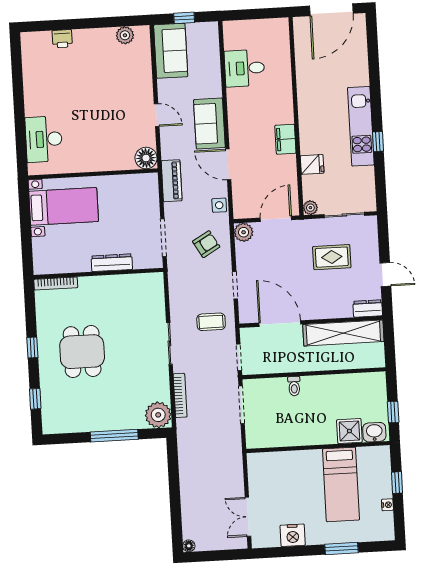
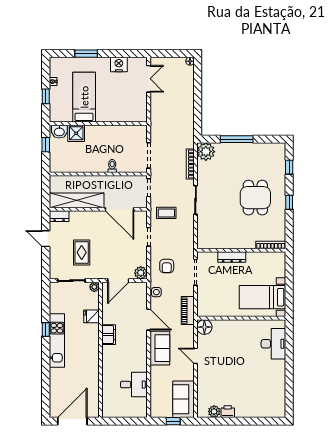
printer: (62, 39) -> (228, 412), moved
armchair: (206, 244) -> (167, 266), turned -60
rug: (332, 257) -> (82, 252), turned 90

